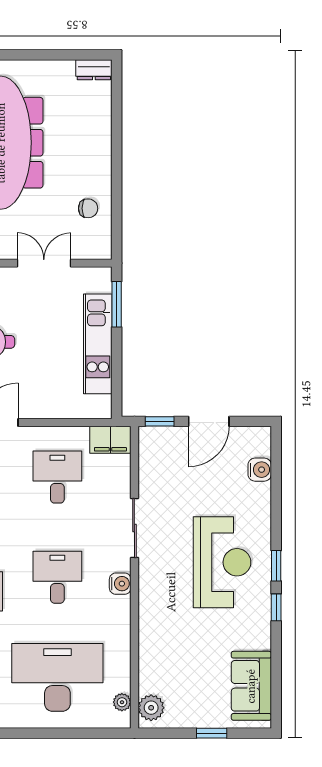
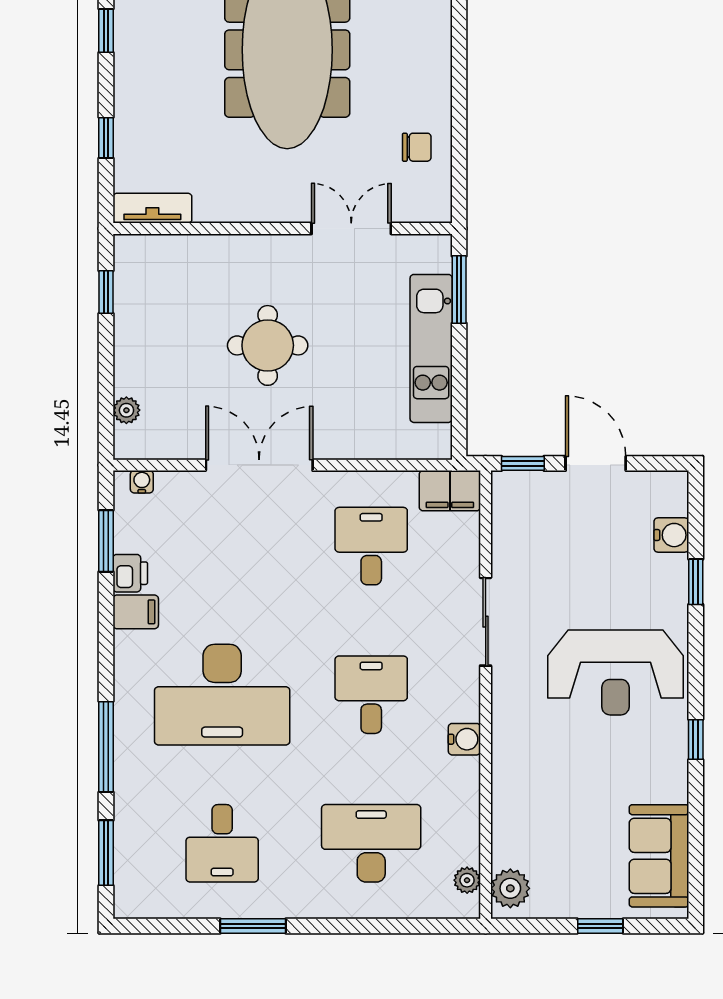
door: (209, 421) -> (596, 463), swing flipped
reception desk: (222, 562) -> (615, 673), turned 90
window: (276, 566) -> (696, 582), moved
water cooler: (120, 584) -> (464, 739), moved
desk: (57, 677) -> (371, 843), width x0.73, depth x0.77

